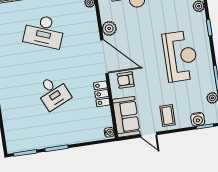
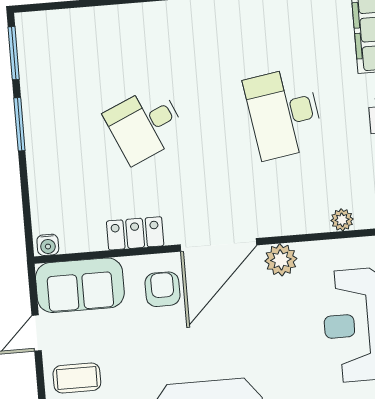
desk: (44, 31) -> (284, 113), turned -30

